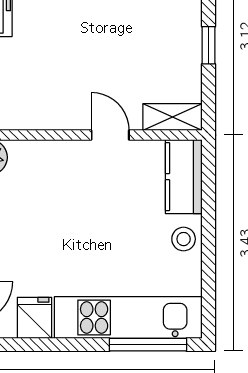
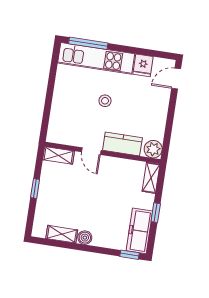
kitchen counter: (184, 177) -> (122, 144), moved, turned -90
stool: (184, 239) -> (105, 101), moved

